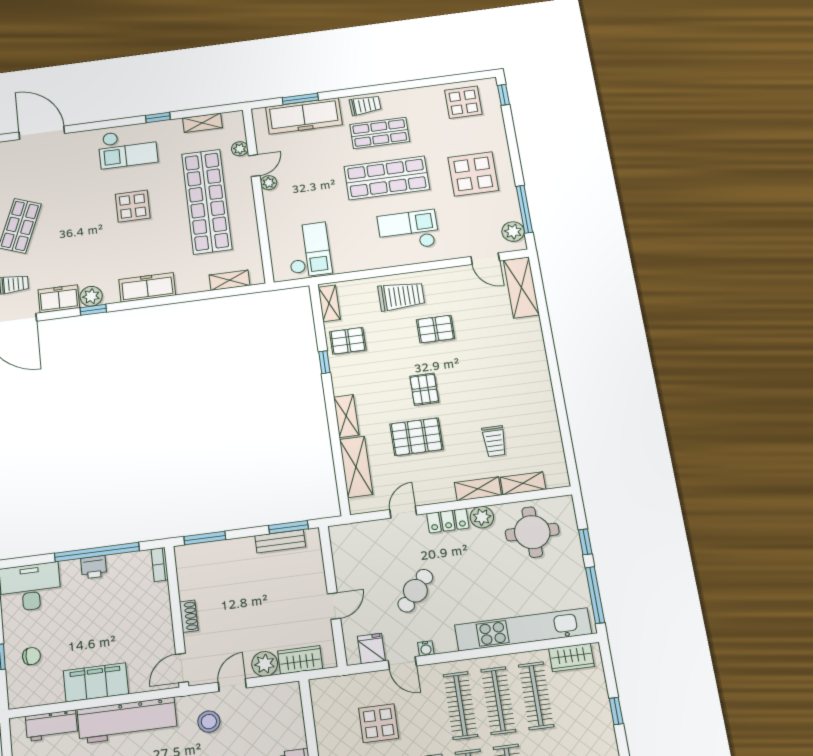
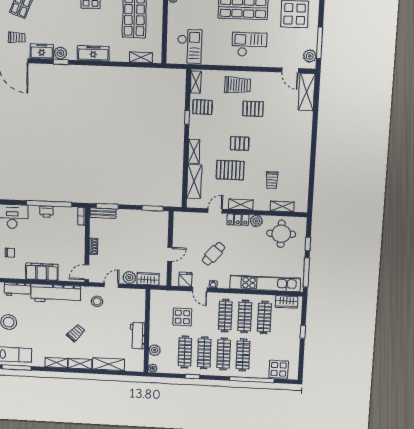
pallet: (424, 389) -> (240, 143), turned 90
shelving: (478, 489) -> (241, 204), moved
bench: (280, 541) -> (103, 213), moved

